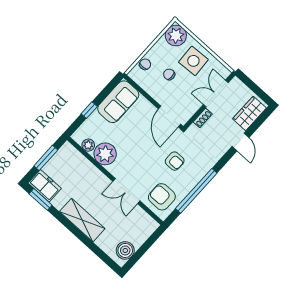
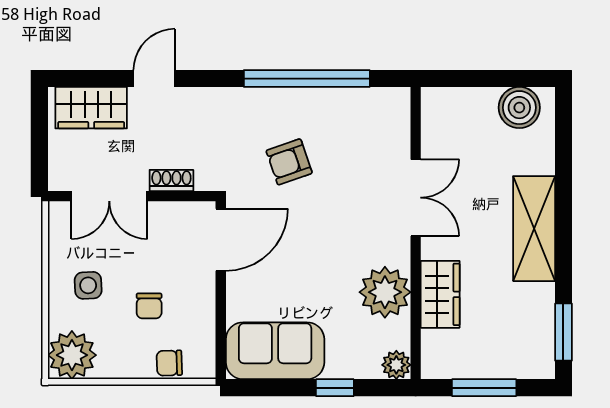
side table: (193, 61) -> (88, 285), width x0.54, depth x0.54
plant: (88, 145) -> (396, 365), moved
armchair: (175, 161) -> (289, 162), turned -109
wardrobe: (88, 171) -> (440, 294), added
freezer: (45, 186) -> (534, 346), removed
armchair: (162, 197) -> (370, 128), removed

